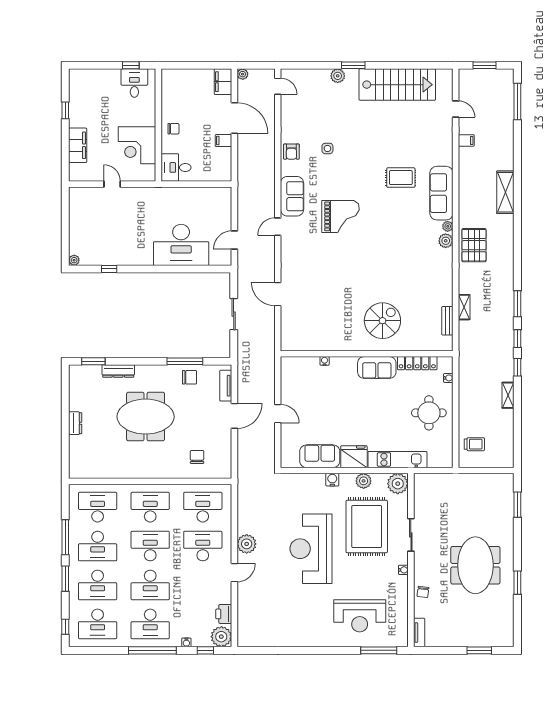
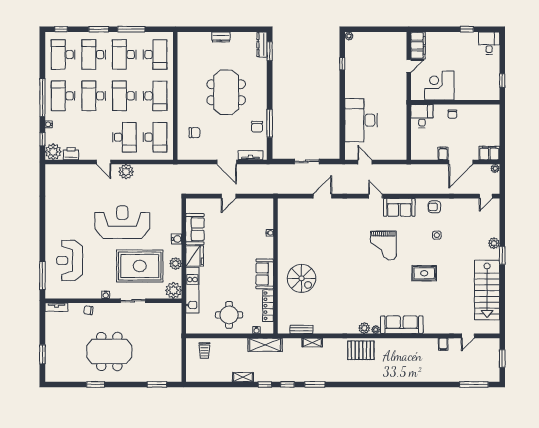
desk: (134, 83) -> (489, 43), moved, turned -90
filing cabinet: (78, 145) -> (418, 45), moved, turned -90
rug: (401, 178) -> (424, 273), moved, turned 90
shelving: (505, 192) -> (265, 345), moved
dresser: (118, 371) -> (262, 45), moved
desk: (150, 546) -> (124, 96), turned 180

